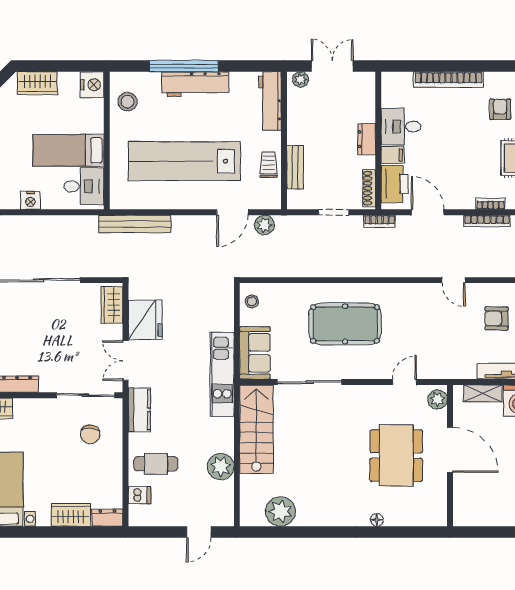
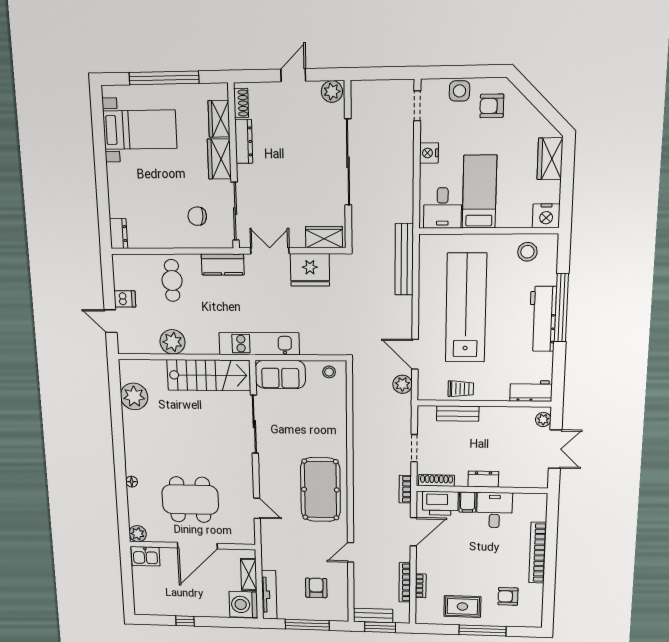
workbench: (270, 101) -> (531, 391), width x0.73
armchair: (500, 109) -> (508, 596), turned 180
pool table: (345, 324) -> (320, 490), moved
plant: (438, 399) -> (138, 534), moved
dishwasher: (140, 495) -> (125, 299), moved, turned -90
kitchen sink: (464, 509) -> (145, 556), added
wardrobe: (71, 515) -> (219, 159), moved, turned 180

